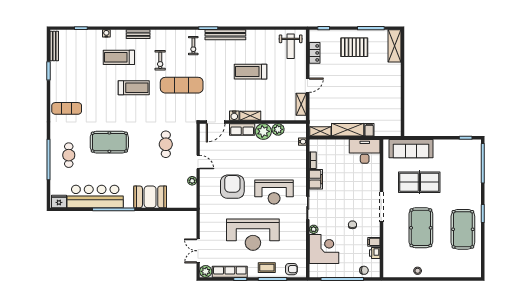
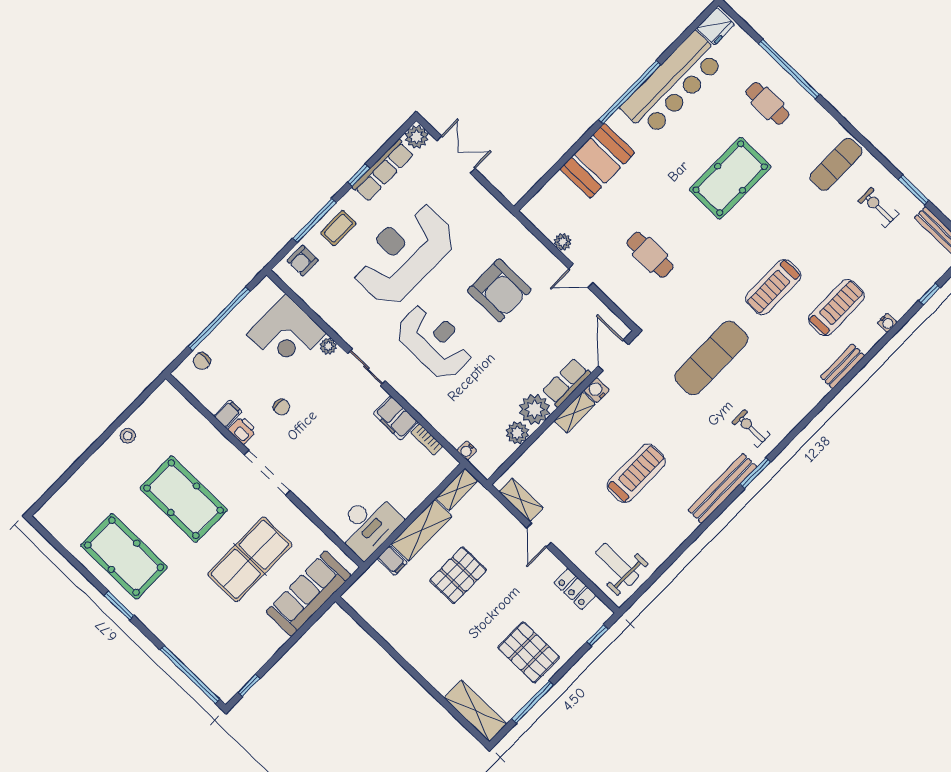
pallet: (354, 47) -> (529, 652), turned 90
exercise bike: (160, 60) -> (878, 207), moved
pallet: (351, 100) -> (458, 575), added
reception desk: (274, 192) -> (435, 342), turned 90
printer: (375, 253) -> (242, 430), moved

